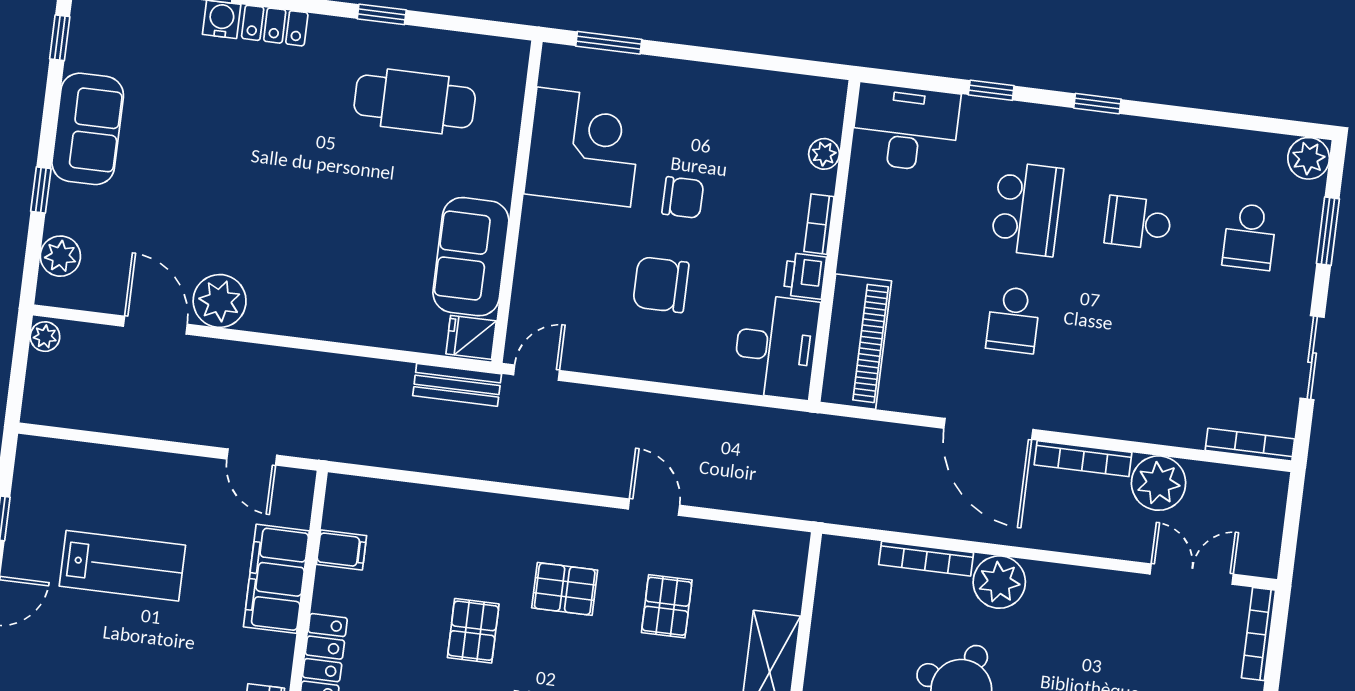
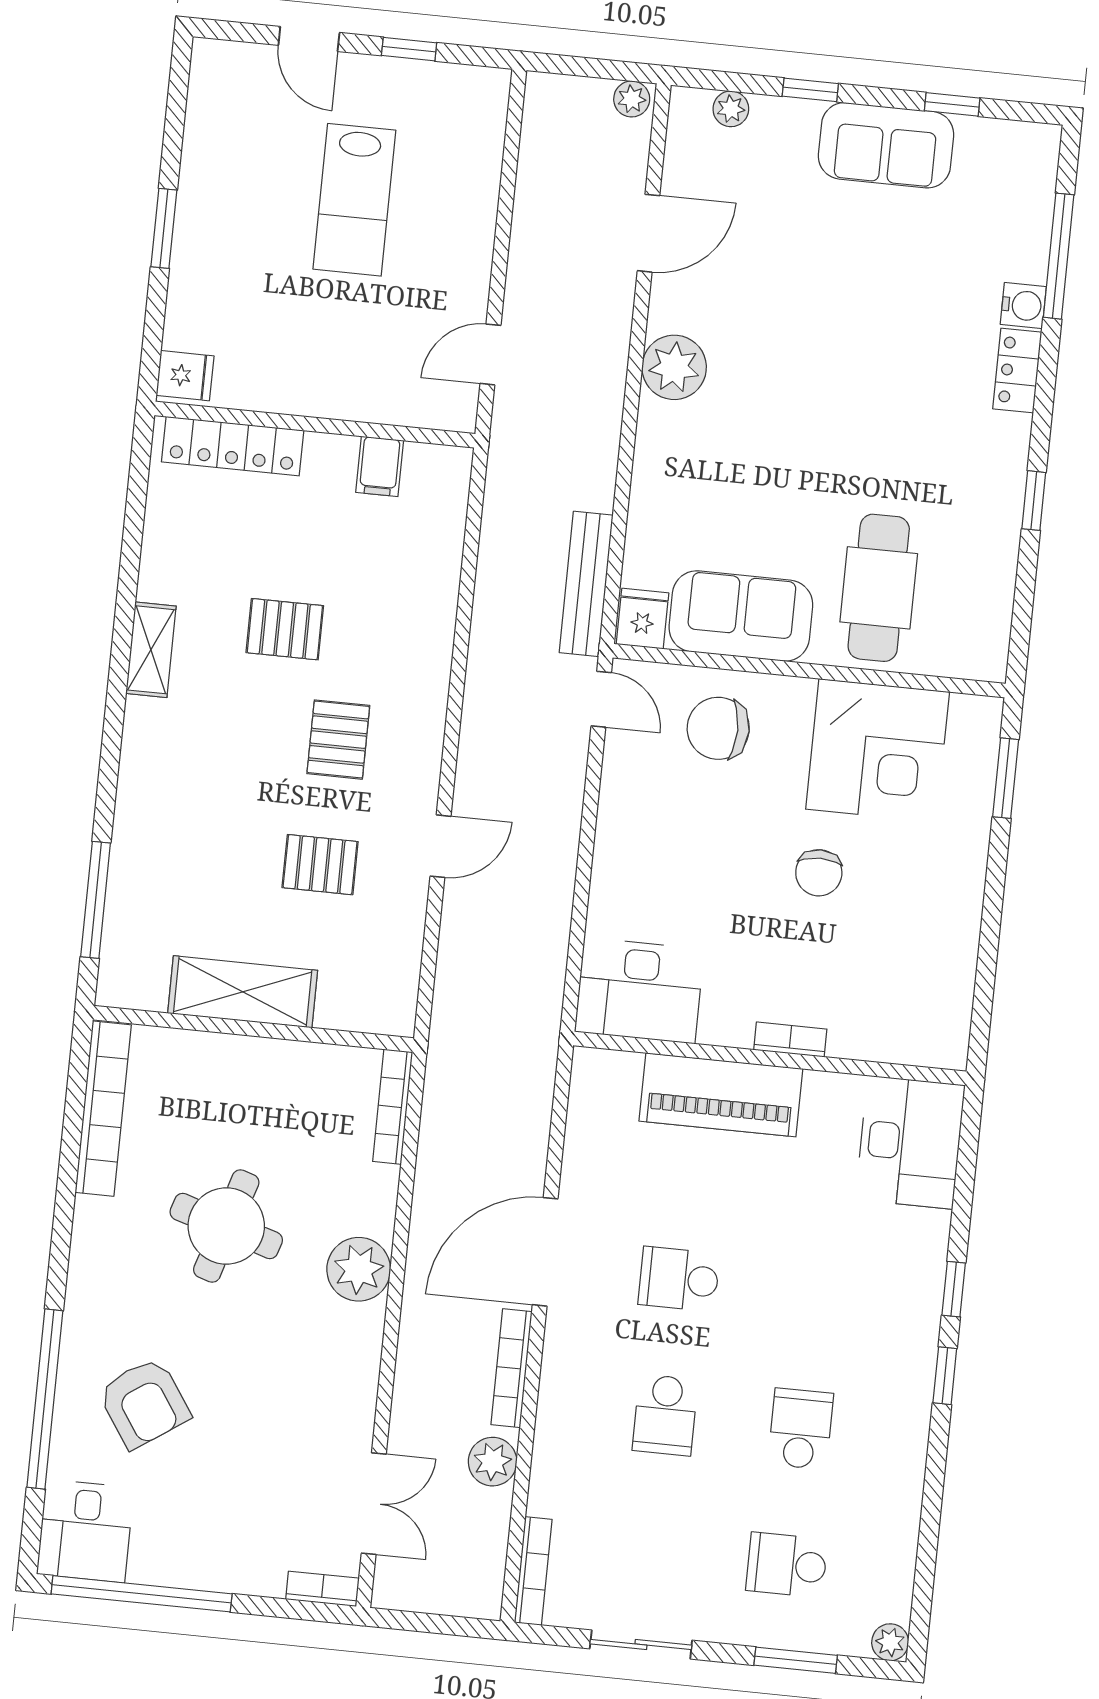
window: (60, 38) -> (952, 104), moved
window: (991, 90) -> (954, 1289), moved
cafe table: (415, 101) -> (879, 588), moved
plant: (824, 154) -> (876, 1044), removed
plant: (1309, 158) -> (890, 1642), width x0.73, depth x0.73
school desk: (1027, 209) -> (665, 1415), moved, width x0.54
plant: (60, 256) -> (731, 109), width x0.73, depth x0.73
printer: (805, 276) -> (727, 1024), removed
chair: (661, 285) -> (718, 728), moved, turned -90
plant: (220, 301) -> (674, 367), moved
piano: (856, 342) -> (721, 1095), moved
bench: (457, 385) -> (586, 584), width x1.36
plant: (1159, 483) -> (493, 1462), width x0.73, depth x0.73
bookcase: (926, 559) -> (393, 1107), moved
filing cabinet: (276, 579) -> (343, 388), removed
bookcase: (1258, 634) -> (322, 1589), width x0.64

